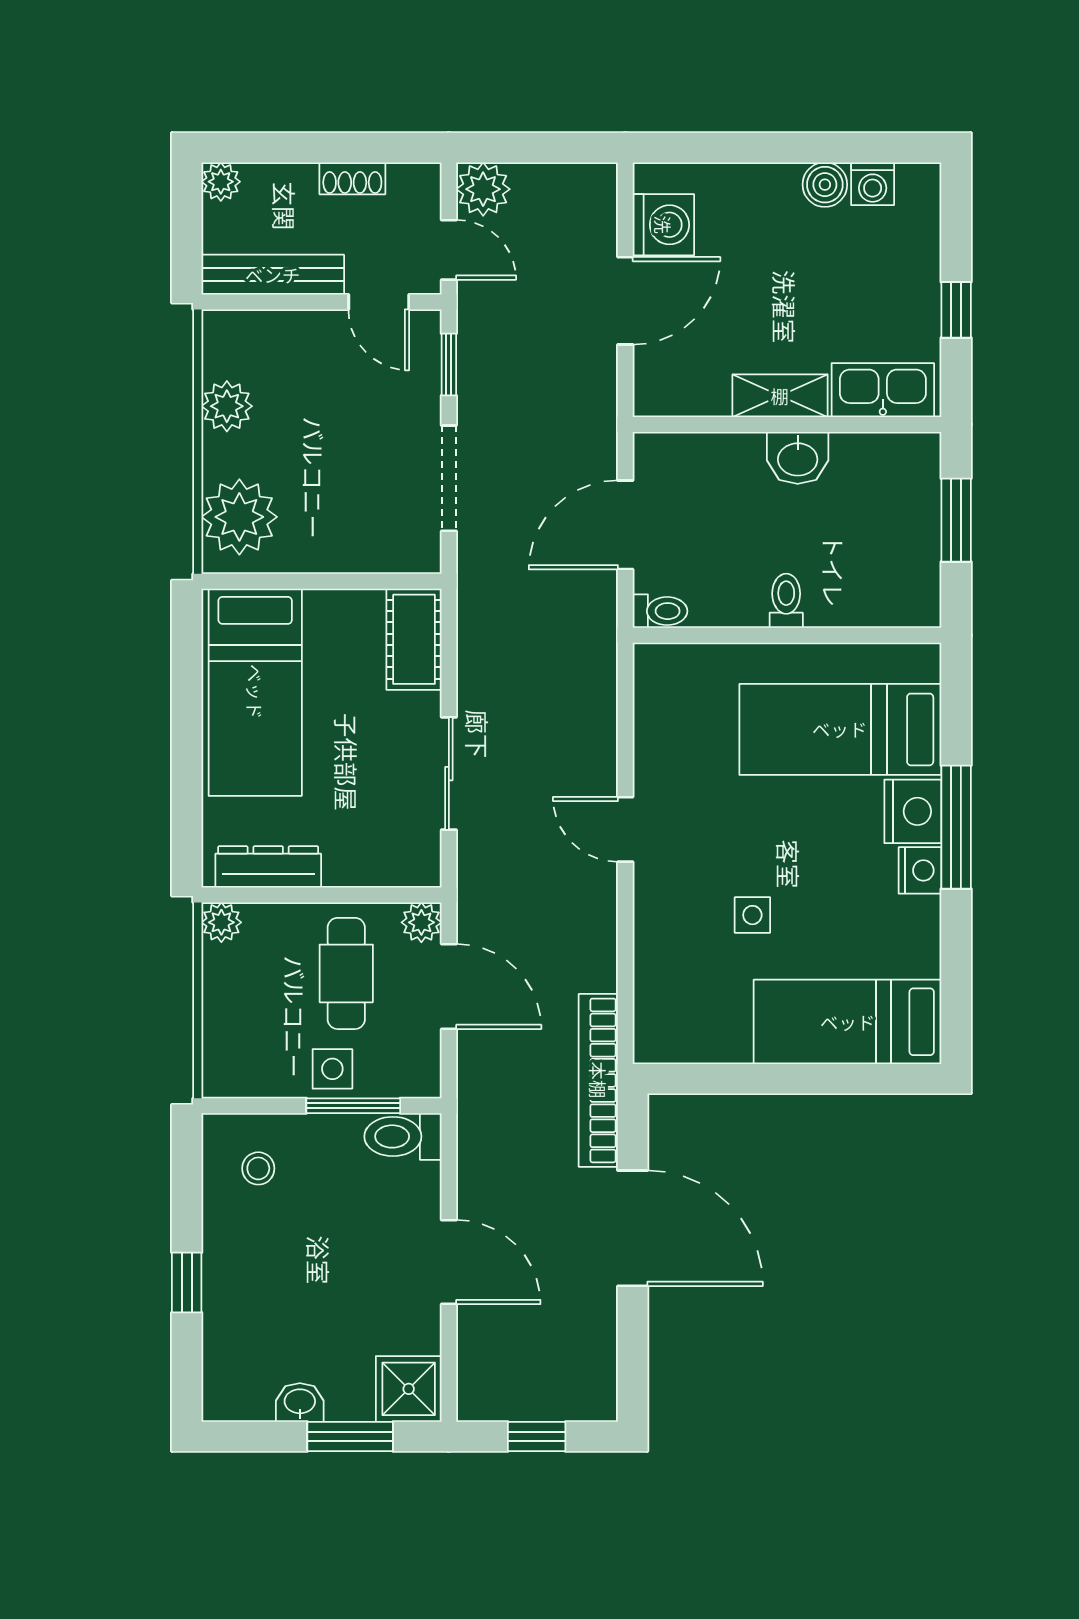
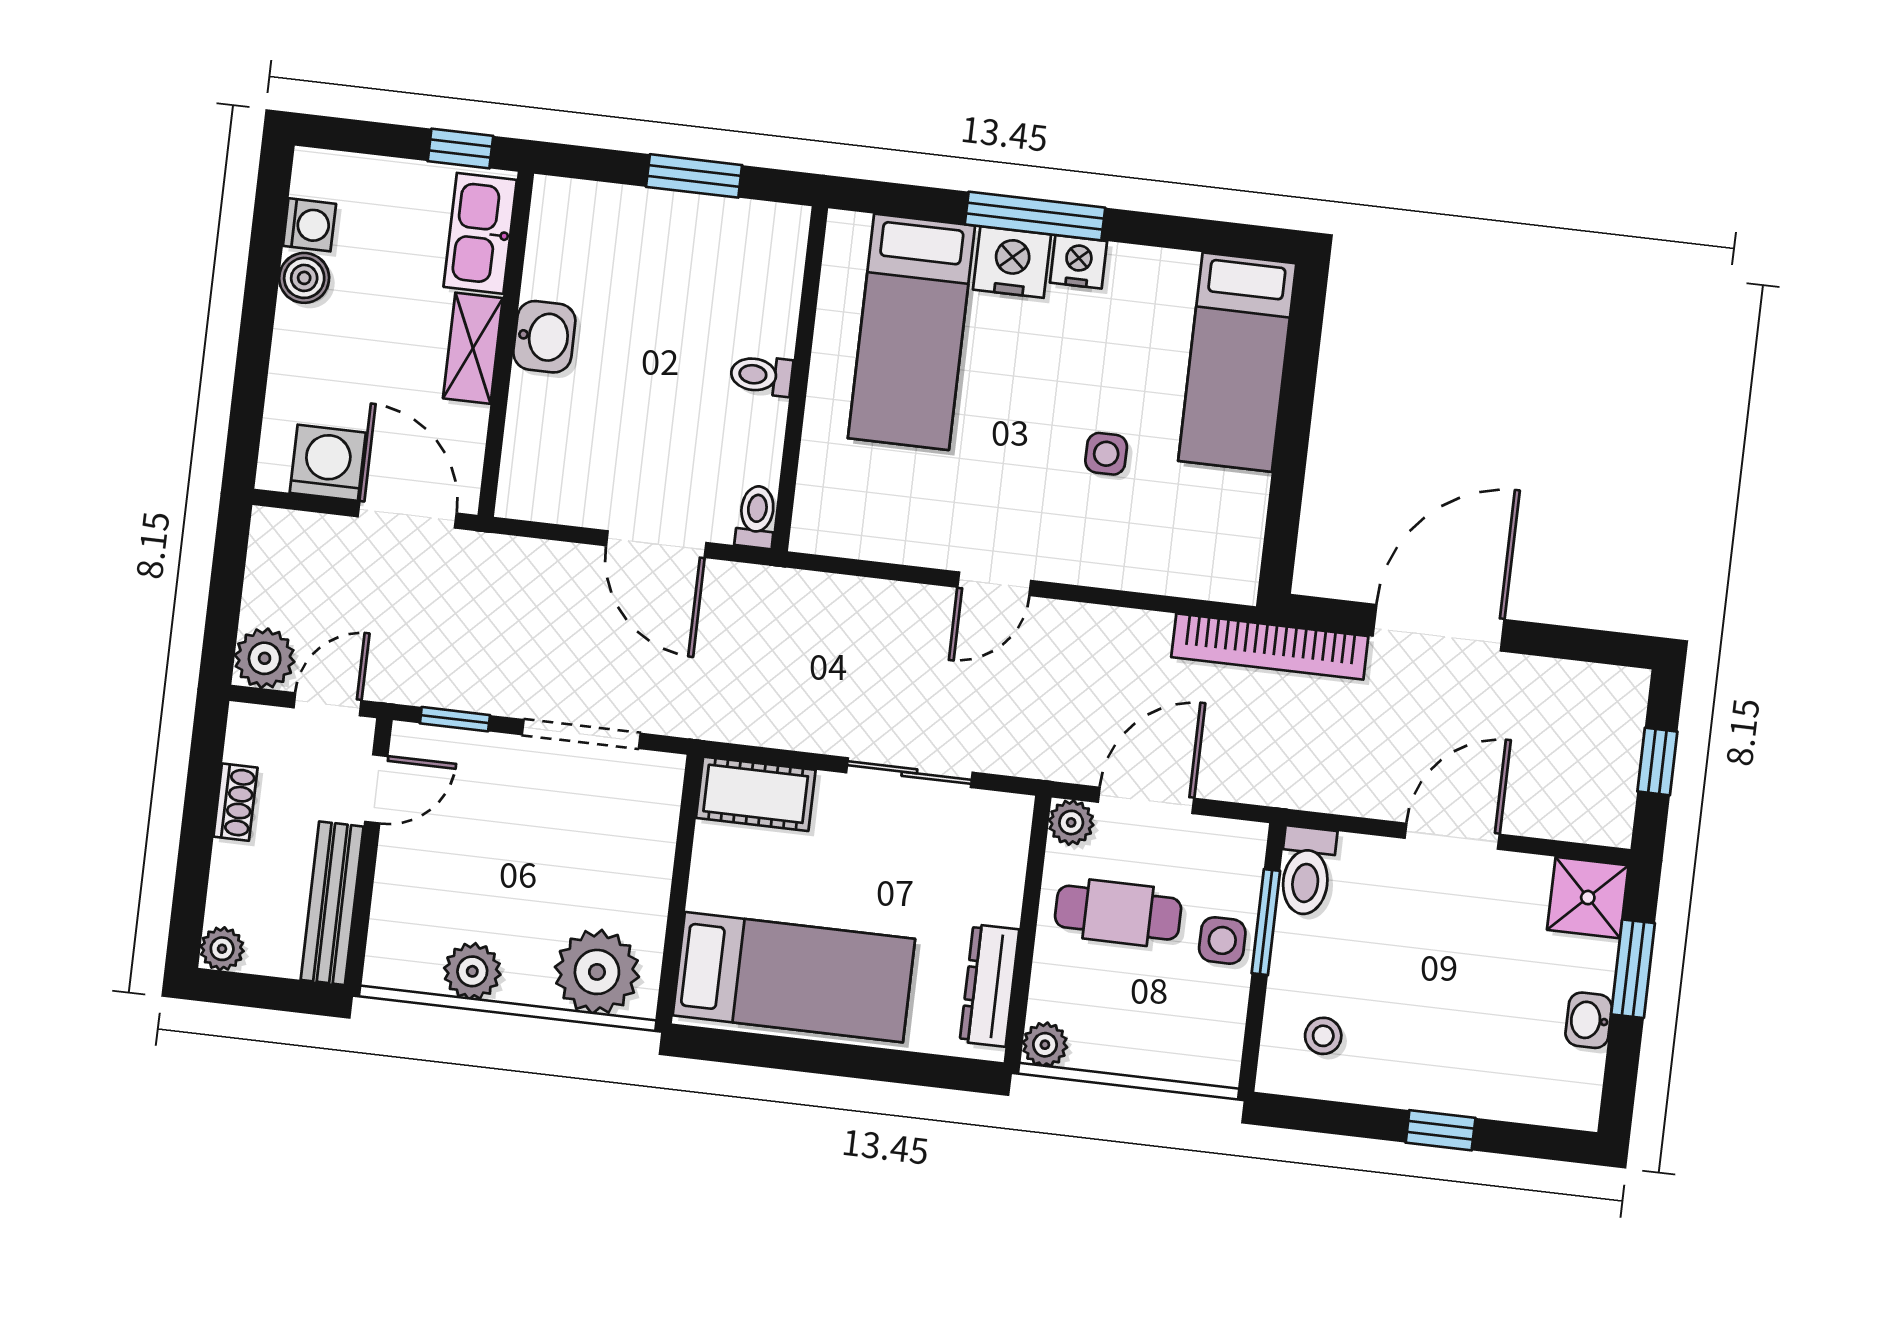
kitchen sink: (883, 390) -> (480, 233), moved
shelving: (780, 396) -> (473, 348), moved
wall: (787, 424) -> (506, 344), moved
washbasin: (798, 458) -> (544, 337), moved

